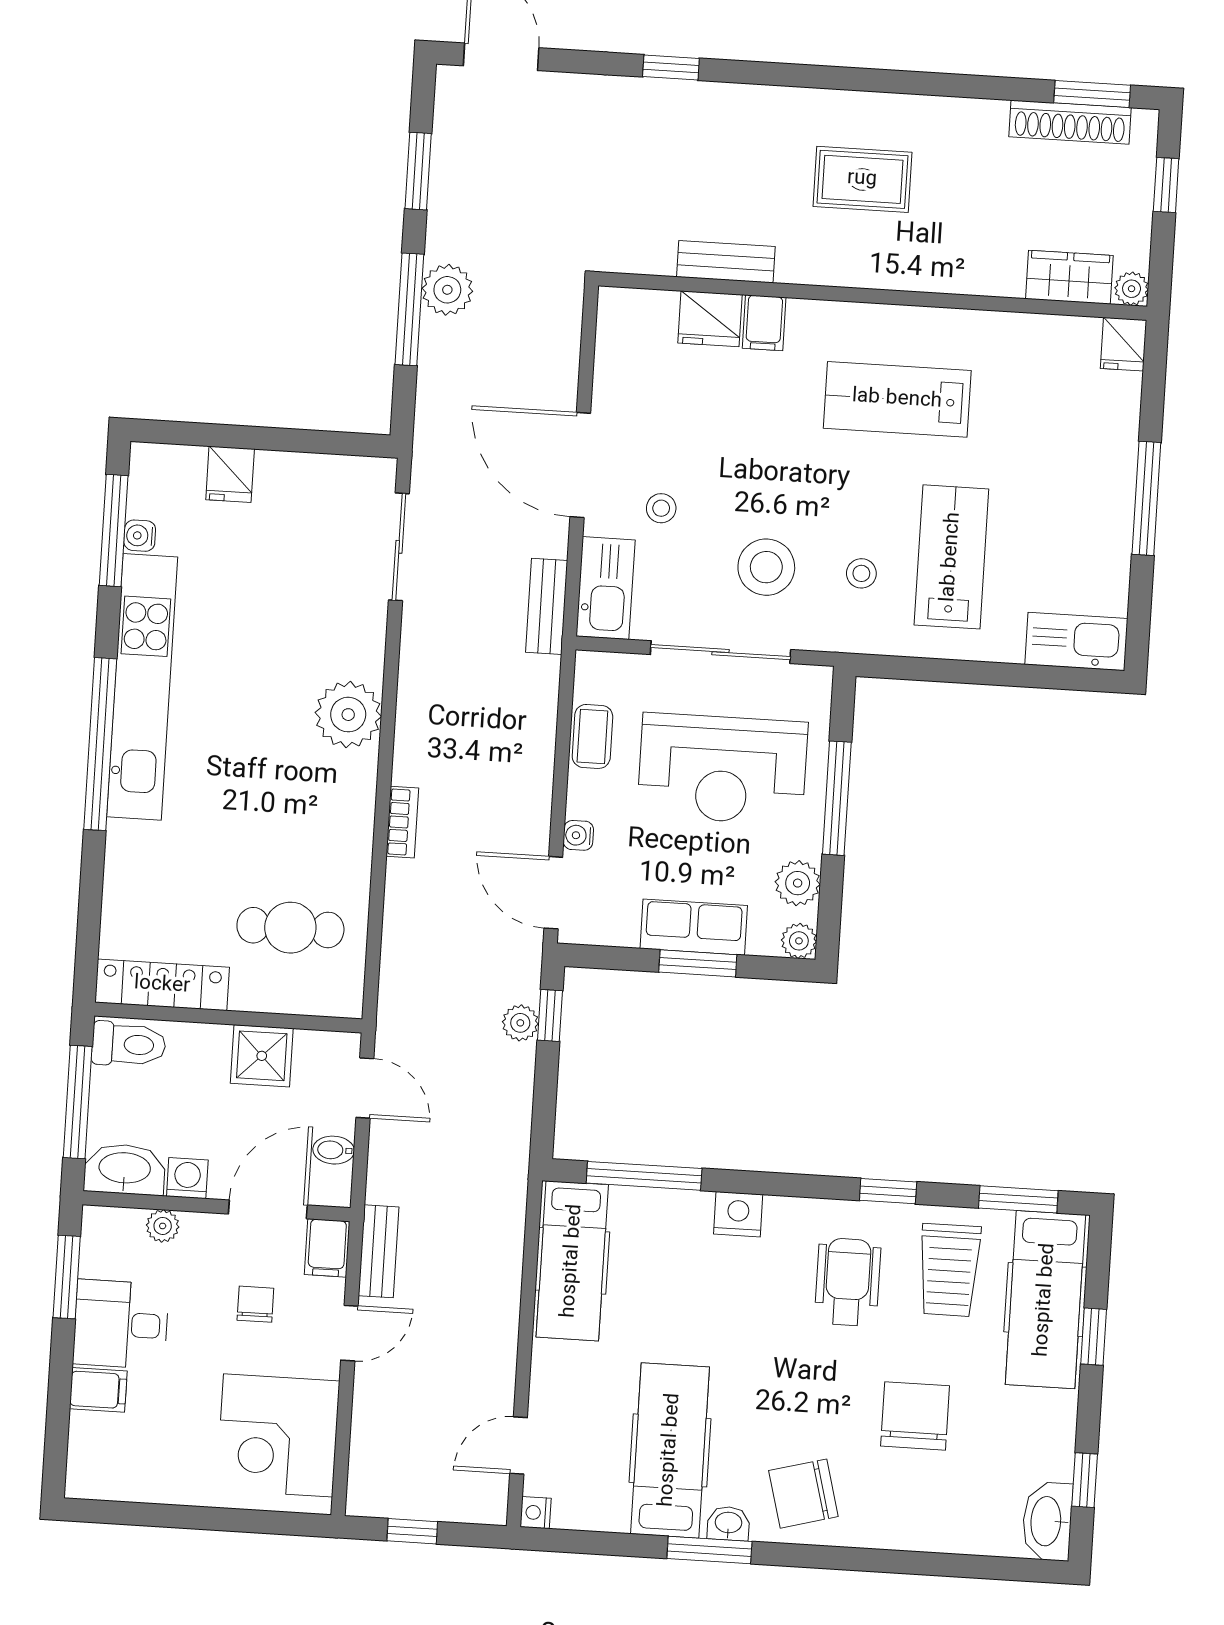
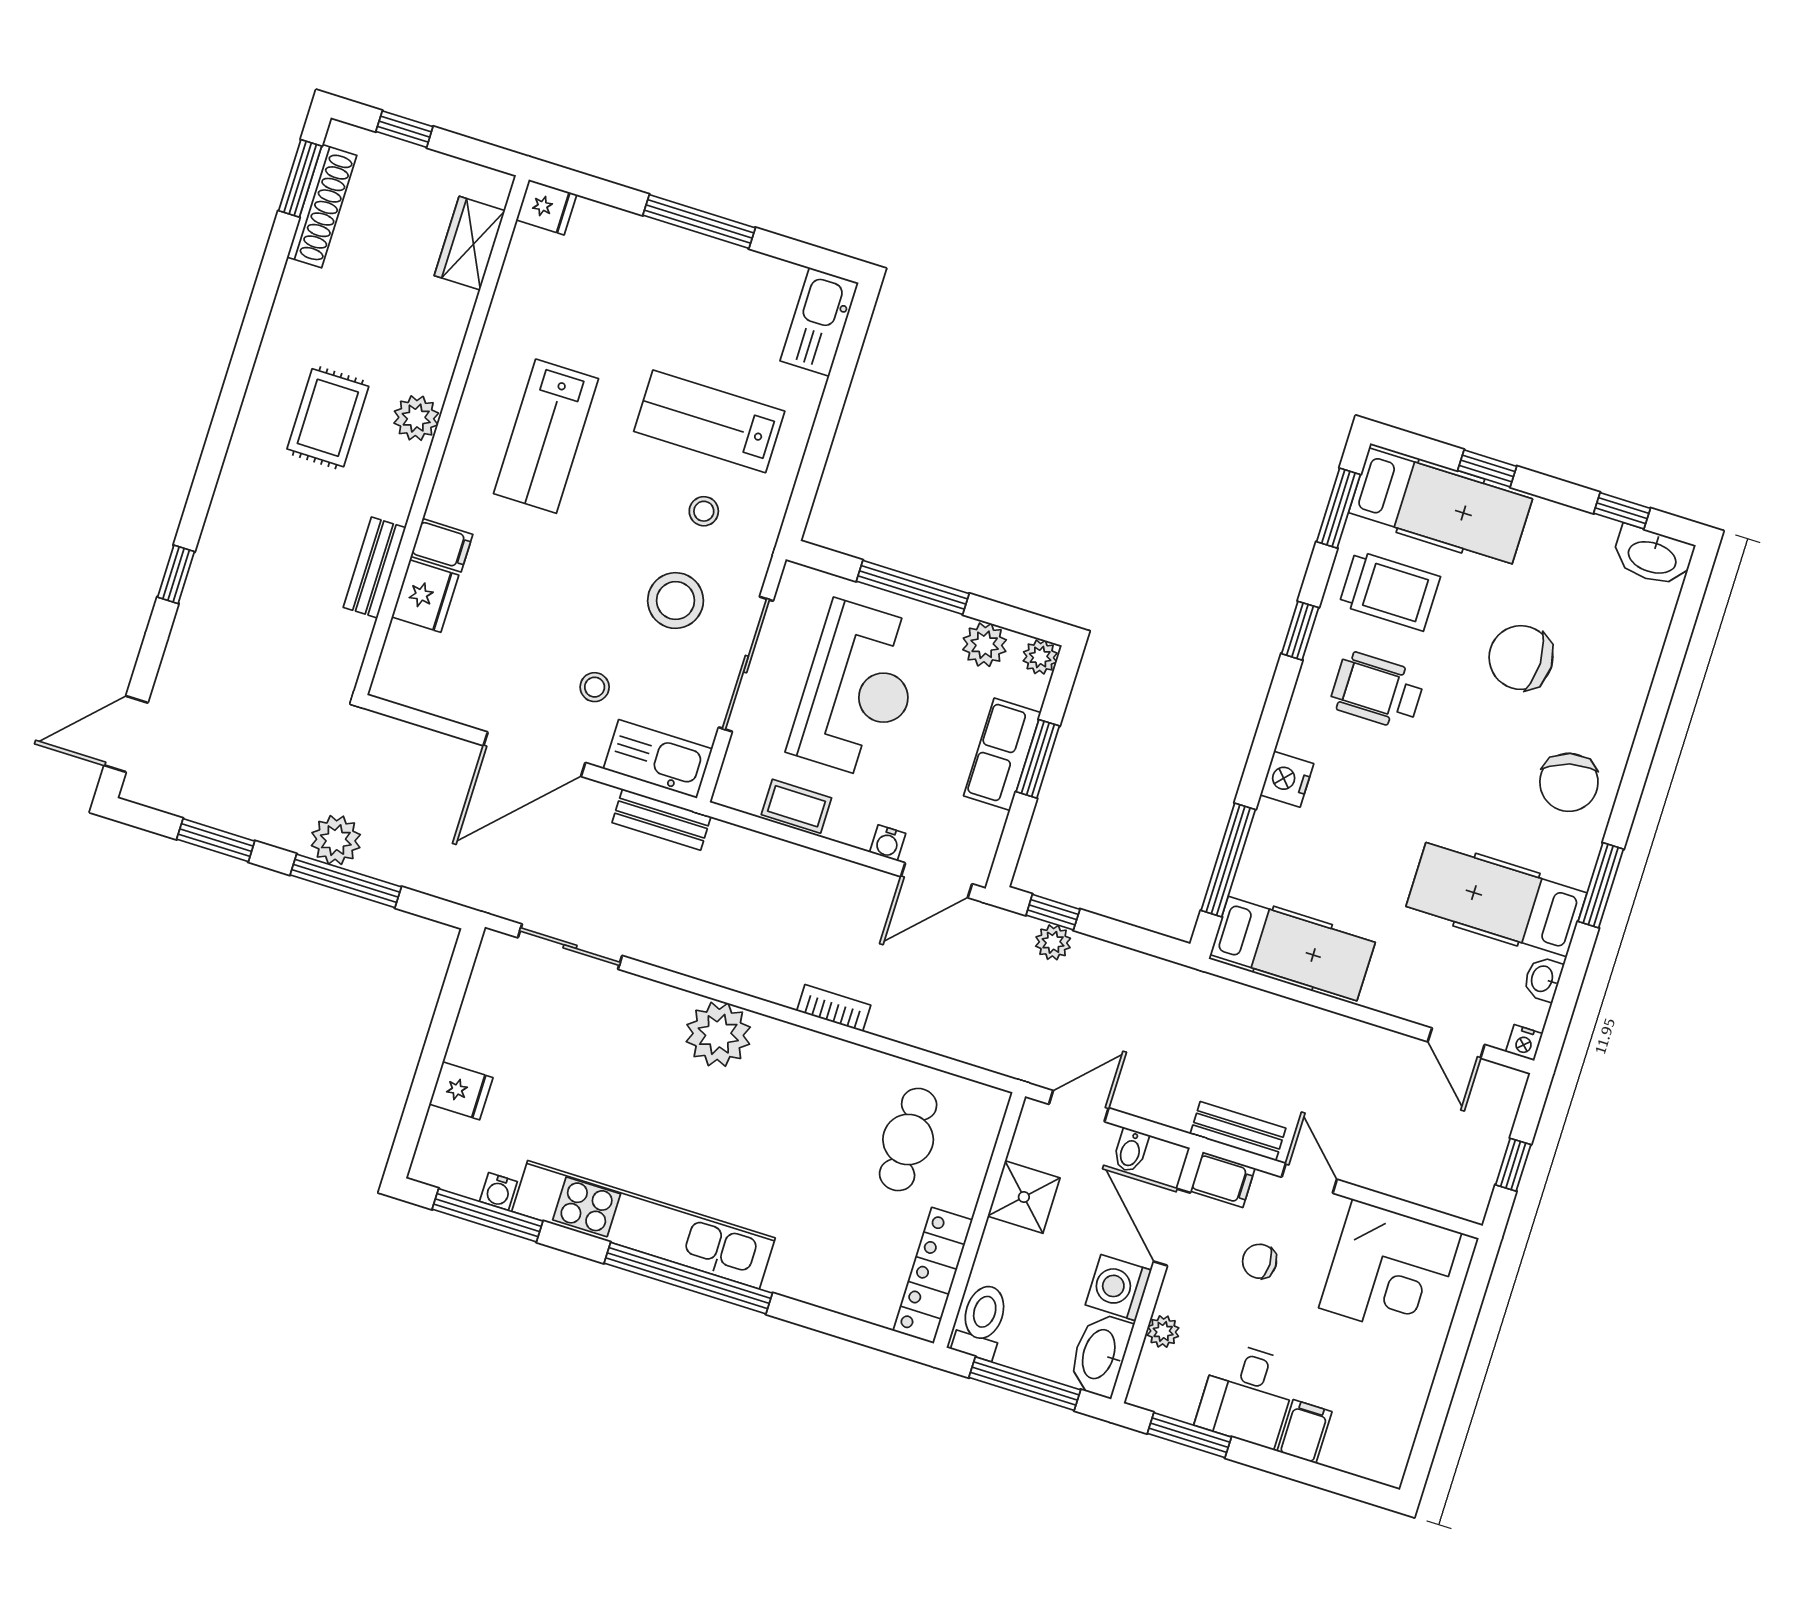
plant: (1132, 289) -> (416, 418), moved, width x1.38, depth x1.38
washing machine: (187, 1178) -> (1118, 1288), width x1.38, depth x1.38
washbasin: (728, 1523) -> (1543, 979), moved

